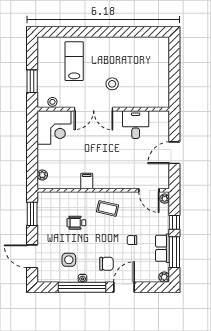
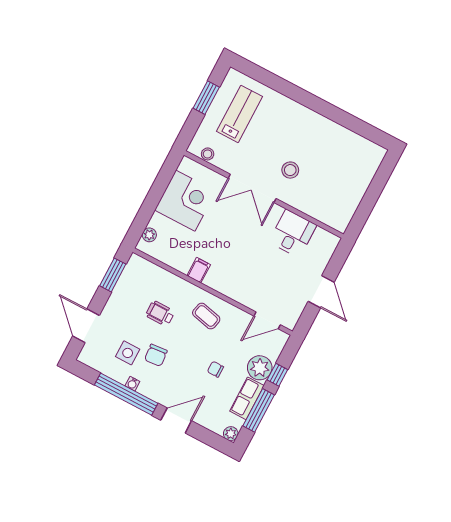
lab bench: (74, 61) -> (239, 114), moved
window: (32, 81) -> (206, 98), moved
corner desk: (54, 127) -> (185, 201), moved, turned -90
door: (174, 153) -> (321, 292), swing flipped
door: (149, 190) -> (267, 320), hinge flipped
plant: (165, 199) -> (260, 368), moved, width x1.88, depth x1.88
chair: (106, 264) -> (156, 355), moved, turned 85

